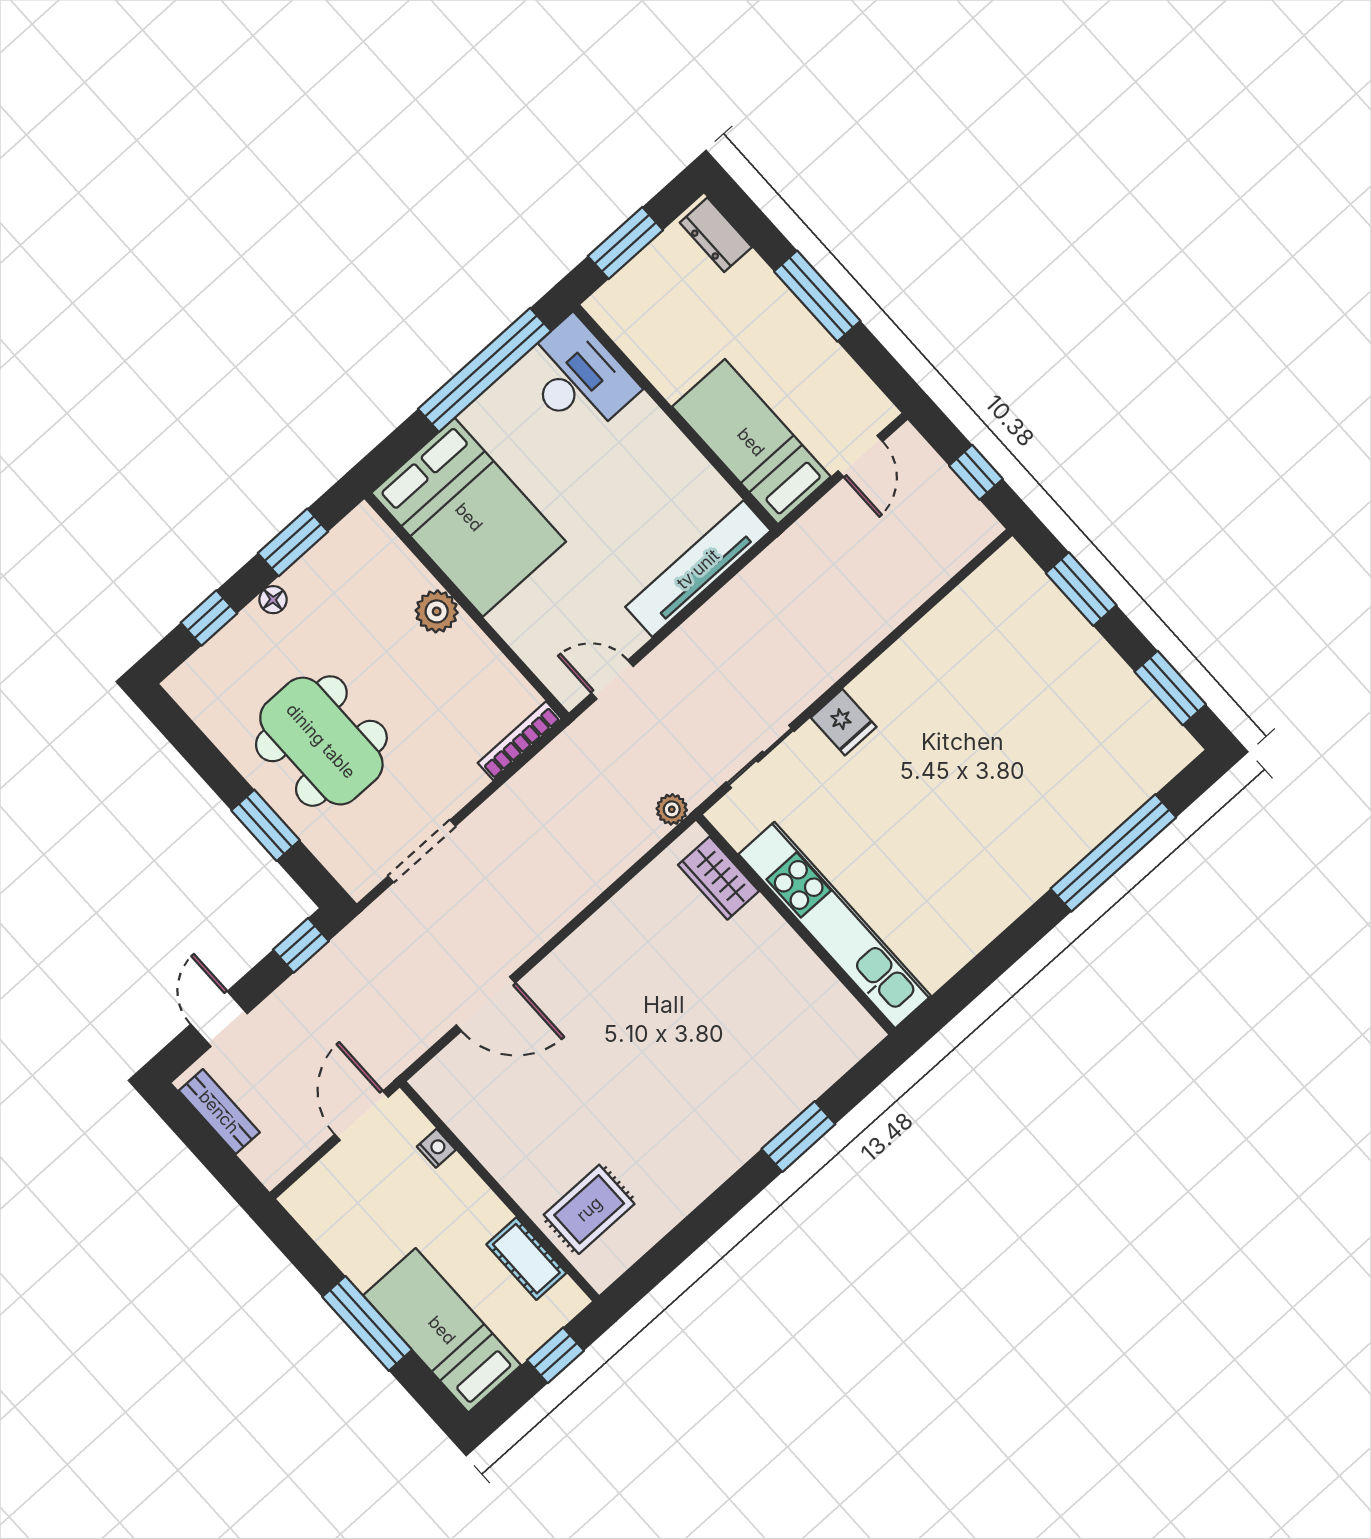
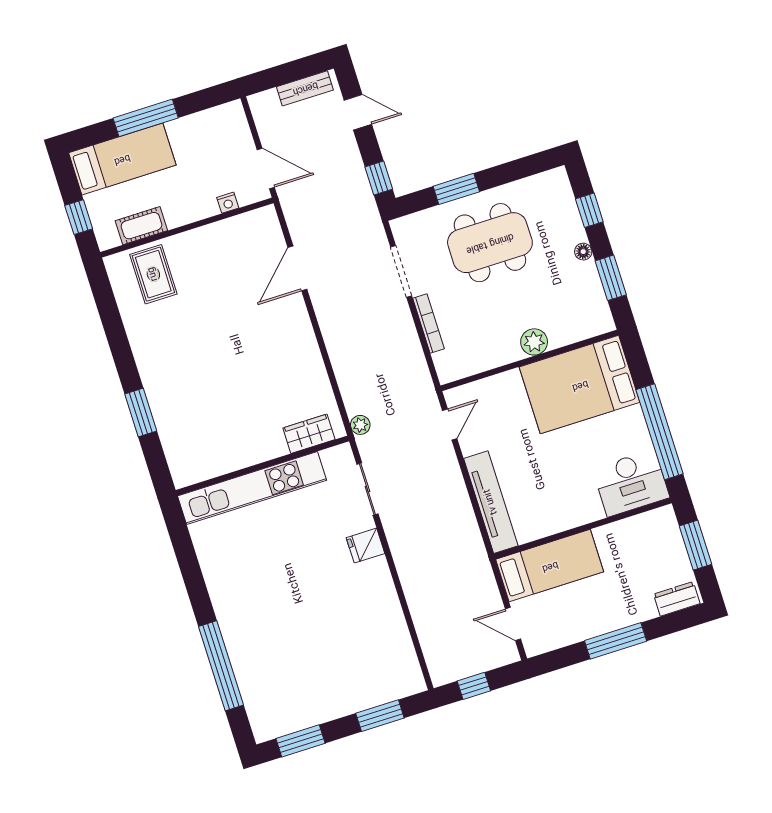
bookcase: (520, 741) -> (428, 323), moved

